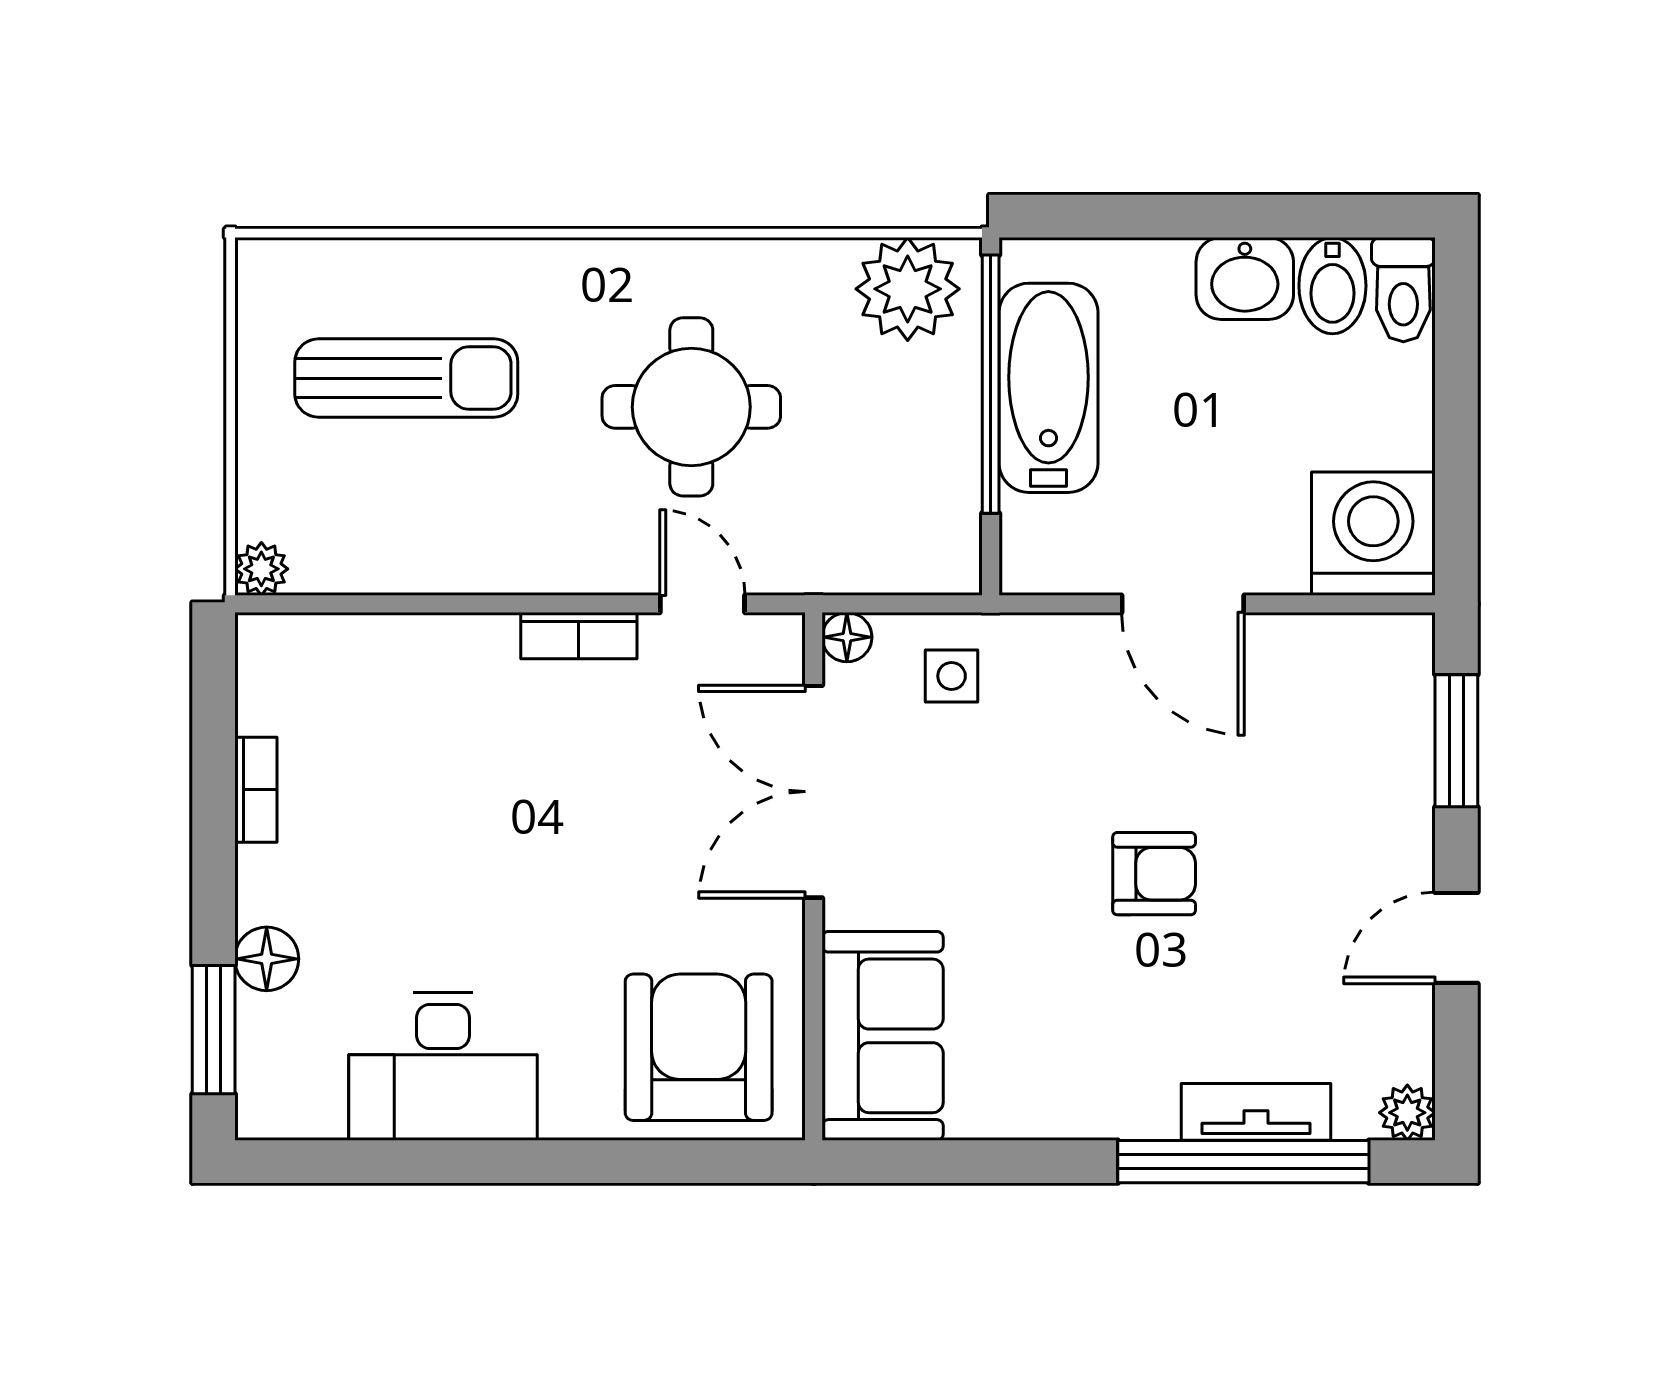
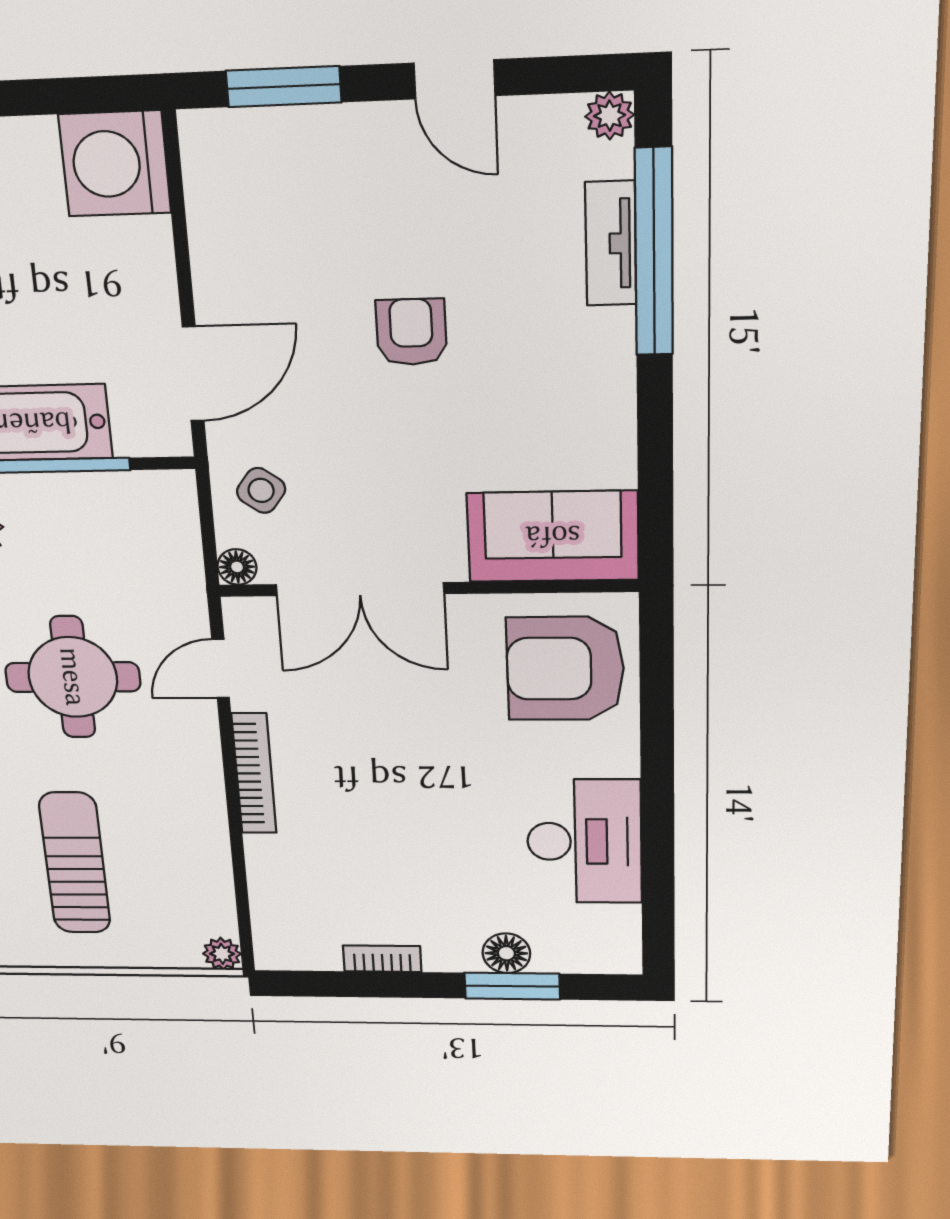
door: (1183, 604) -> (193, 374), moved
bookcase: (579, 636) -> (254, 773), width x1.56
side table: (952, 676) -> (261, 490), turned 36
window: (214, 1030) -> (512, 986), moved

